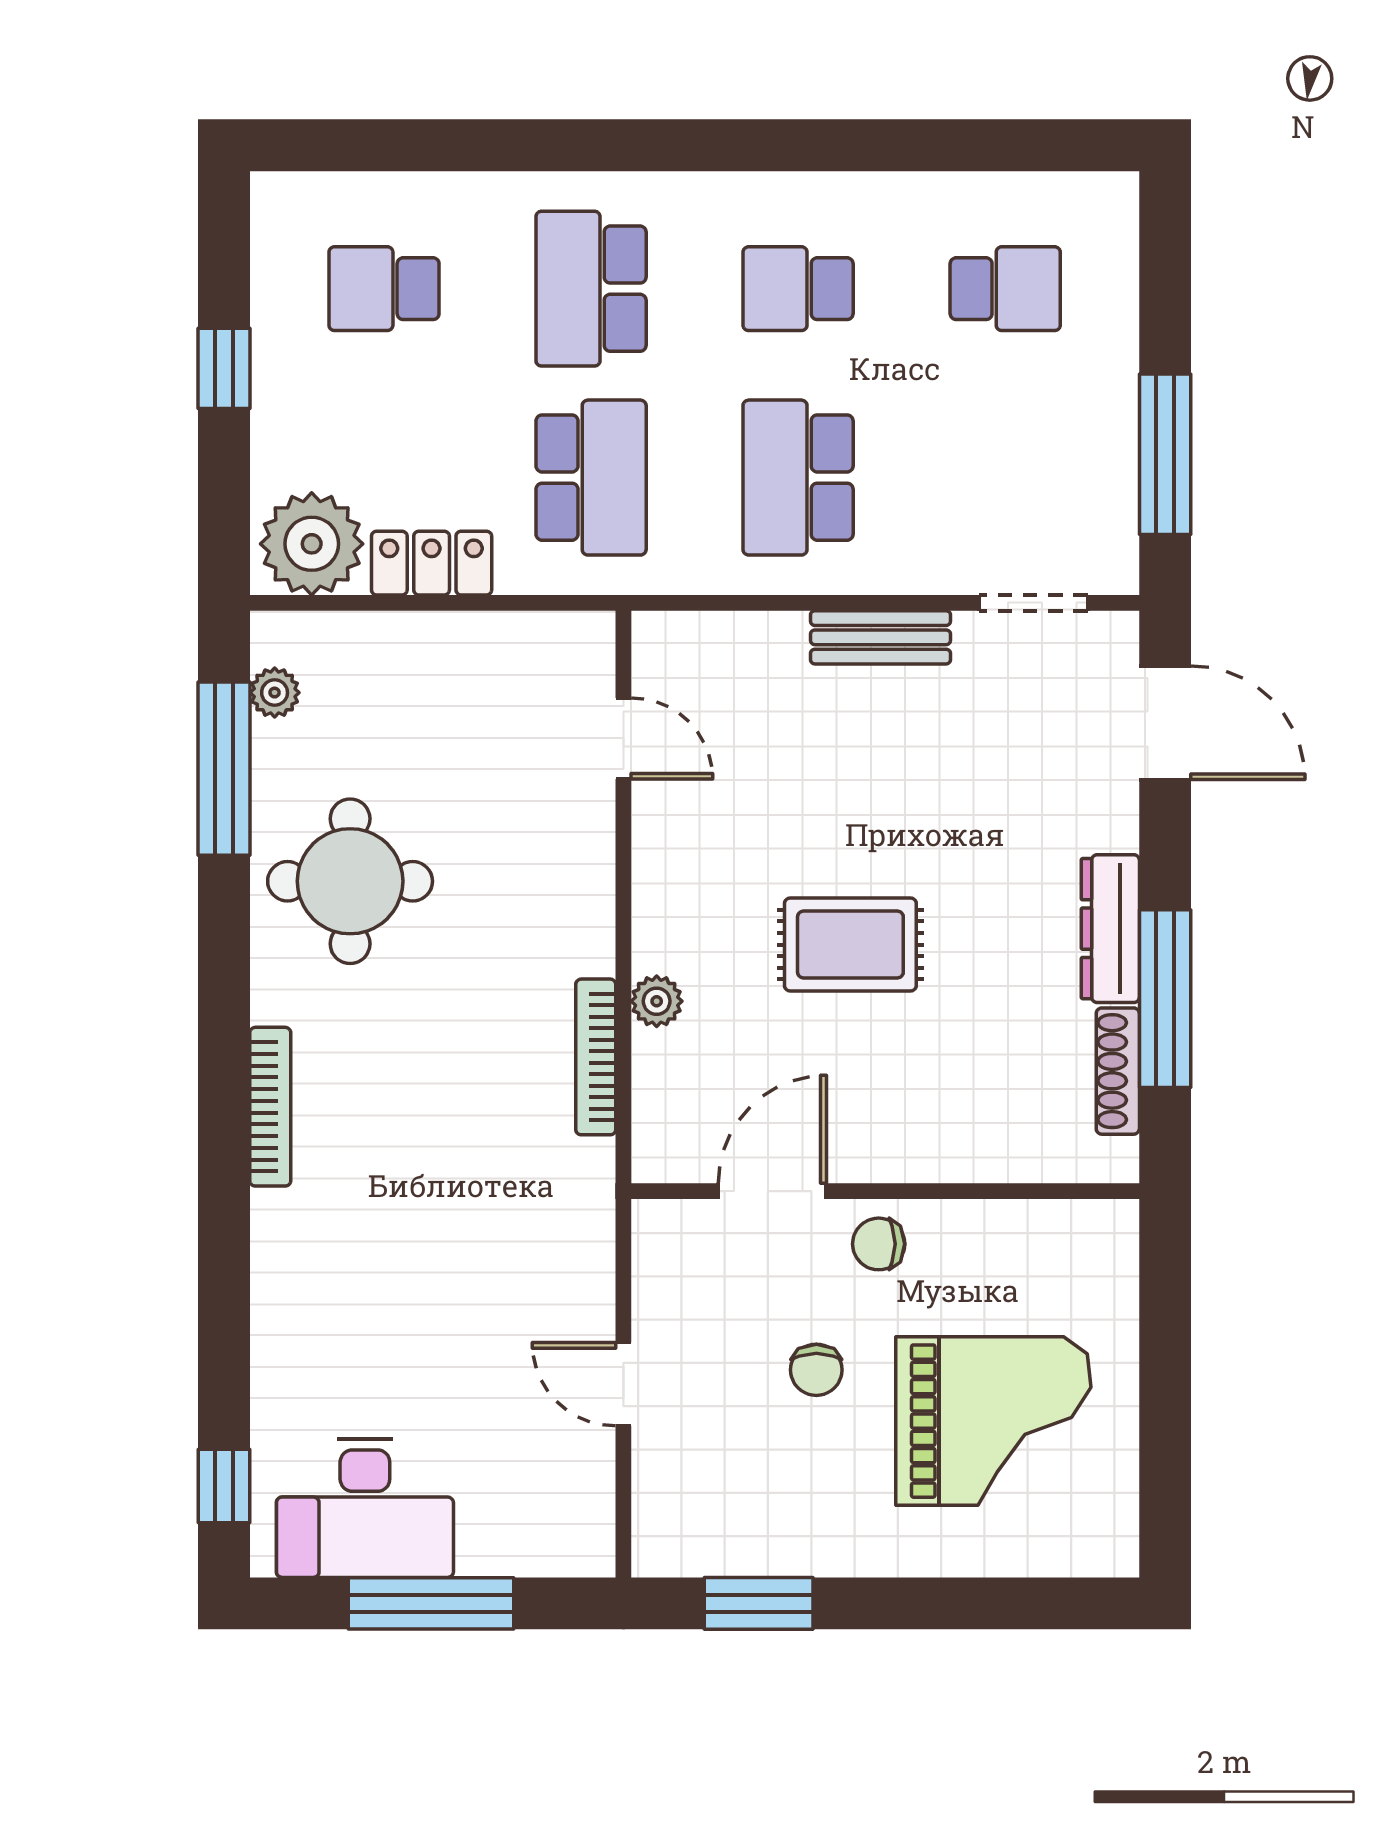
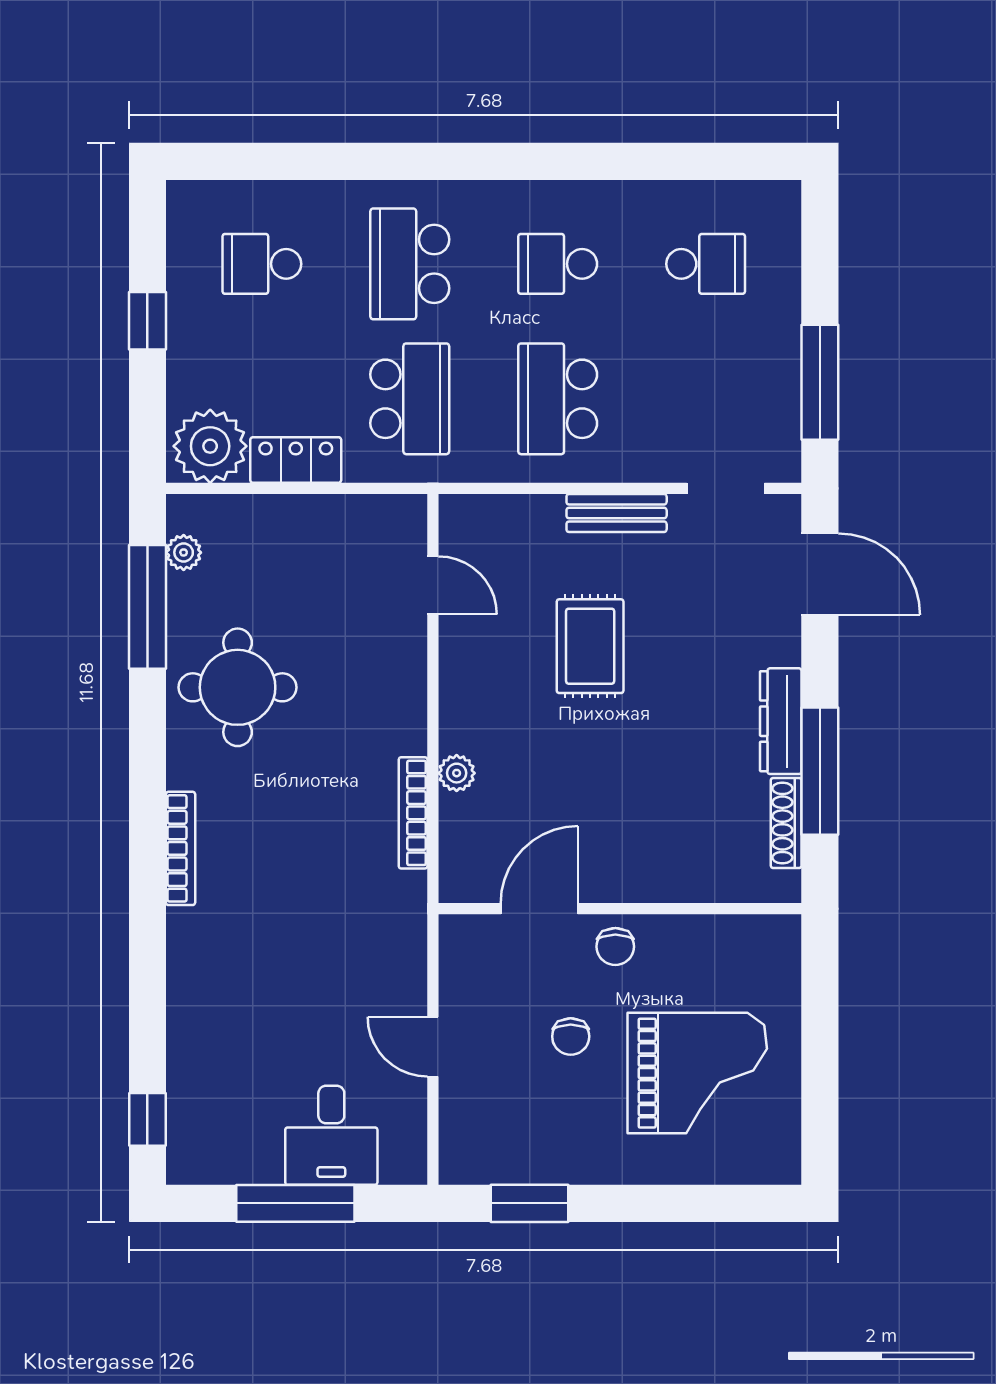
rug: (850, 945) -> (590, 646), moved, turned 90
chair: (879, 1244) -> (615, 947), turned -90
desk: (365, 1508) -> (331, 1135), moved, width x0.73

